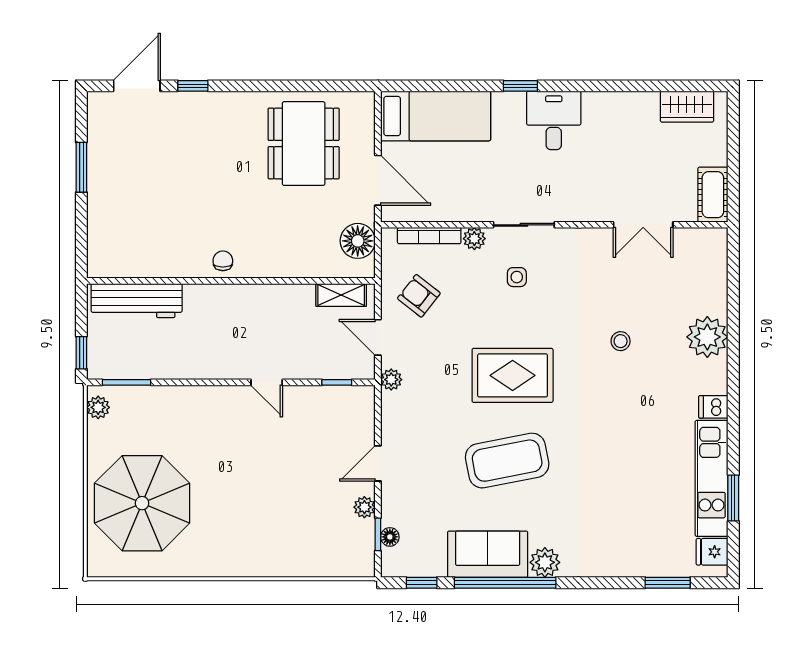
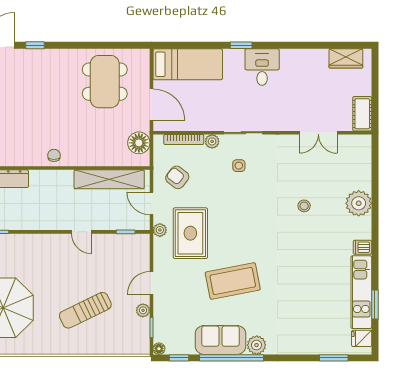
shelving: (341, 295) -> (109, 179), width x2.20, depth x1.33
rug: (513, 375) -> (190, 233), moved, turned 90
sun lounger: (273, 507) -> (85, 310), added
floor lamp: (390, 537) -> (159, 349), moved

